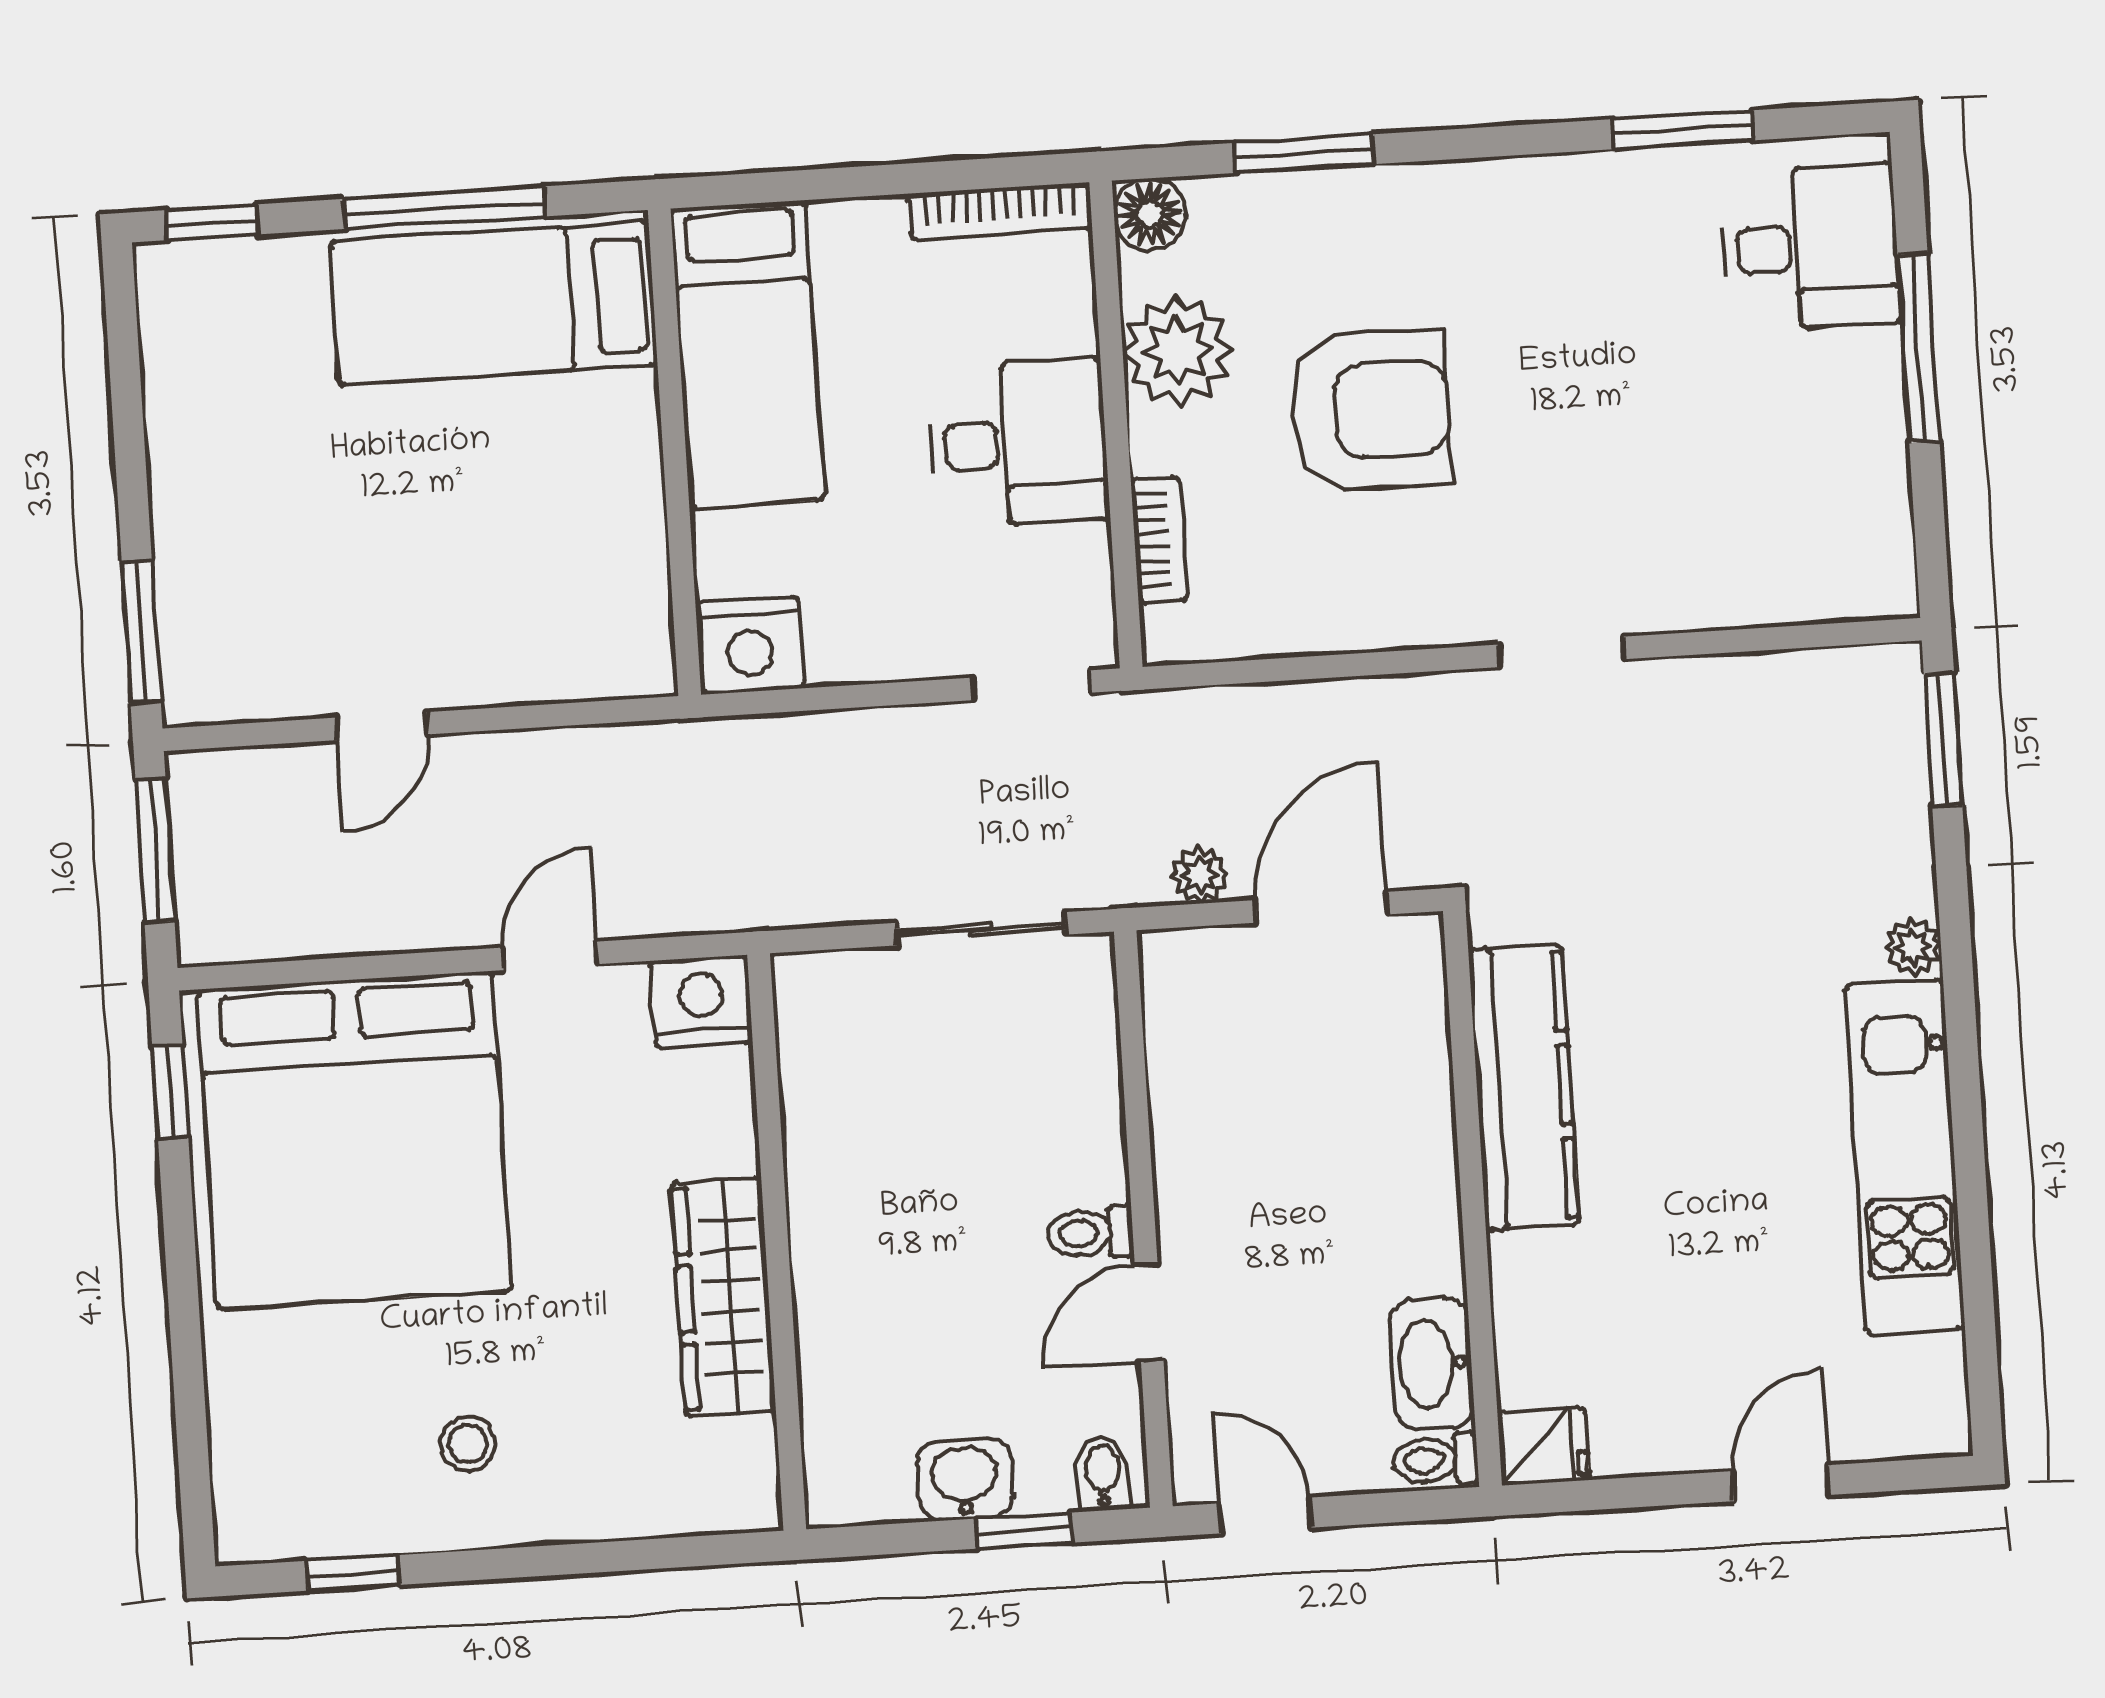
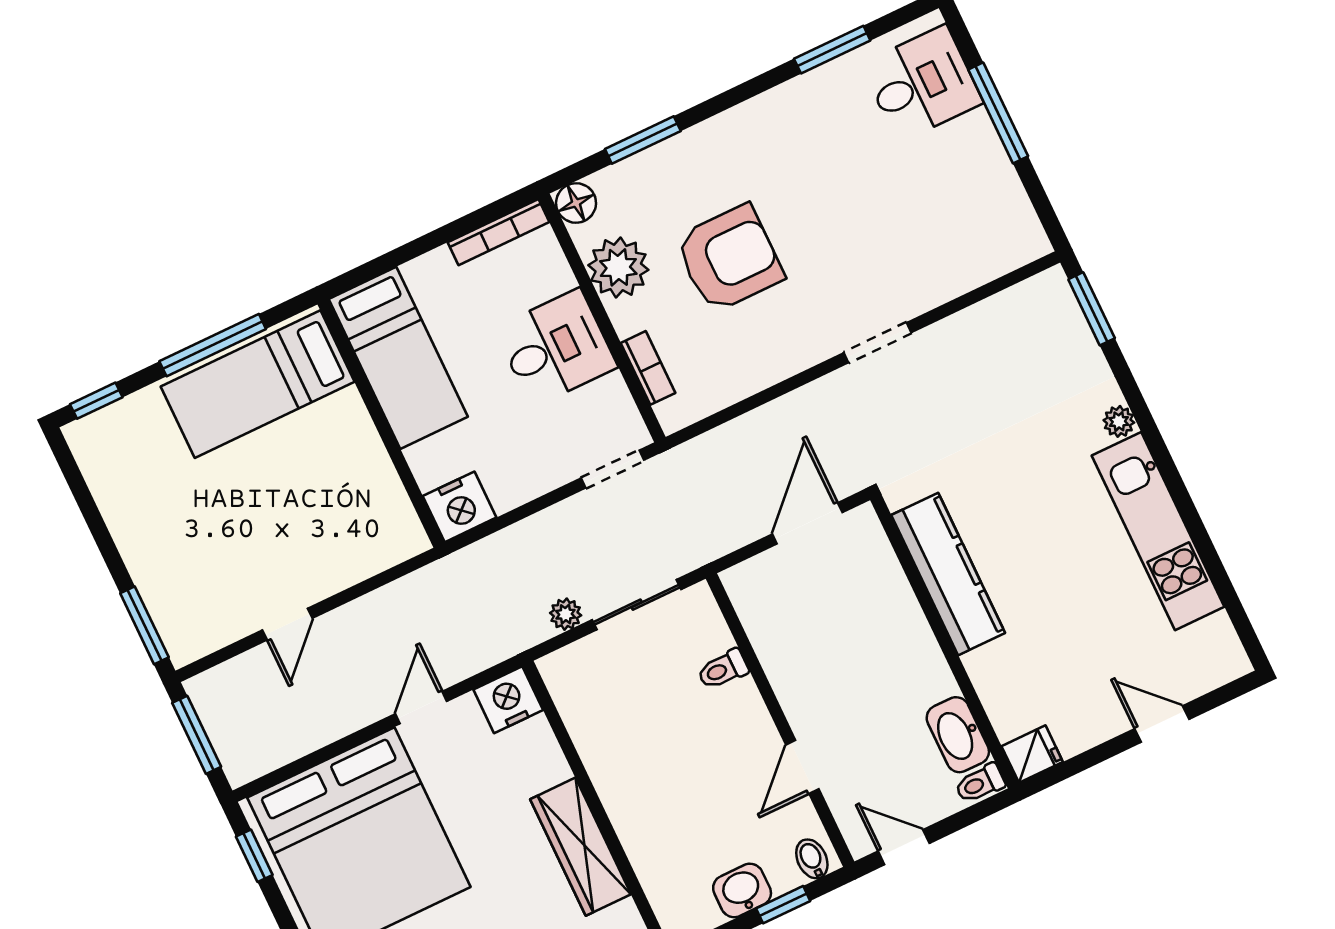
plant: (1200, 875) -> (566, 614), moved
toilet: (1090, 1233) -> (723, 669), moved
door: (1781, 1483) -> (1162, 724), hinge flipped

